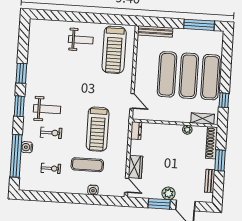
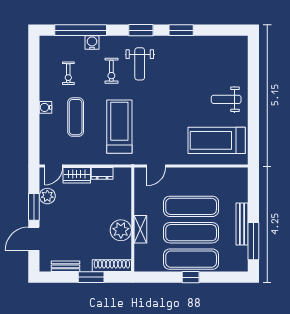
bench: (155, 31) -> (242, 224), moved
weight bench: (81, 40) -> (226, 99), turned 90
window: (224, 100) -> (191, 277), moved
shelving: (203, 119) -> (140, 229), moved
treadmill: (98, 129) -> (119, 127), turned 90
plant: (187, 130) -> (121, 230), width x1.87, depth x1.87
dresser: (136, 131) -> (102, 173), moved
water cooler: (93, 190) -> (46, 107), moved
plant: (168, 193) -> (47, 196), moved

